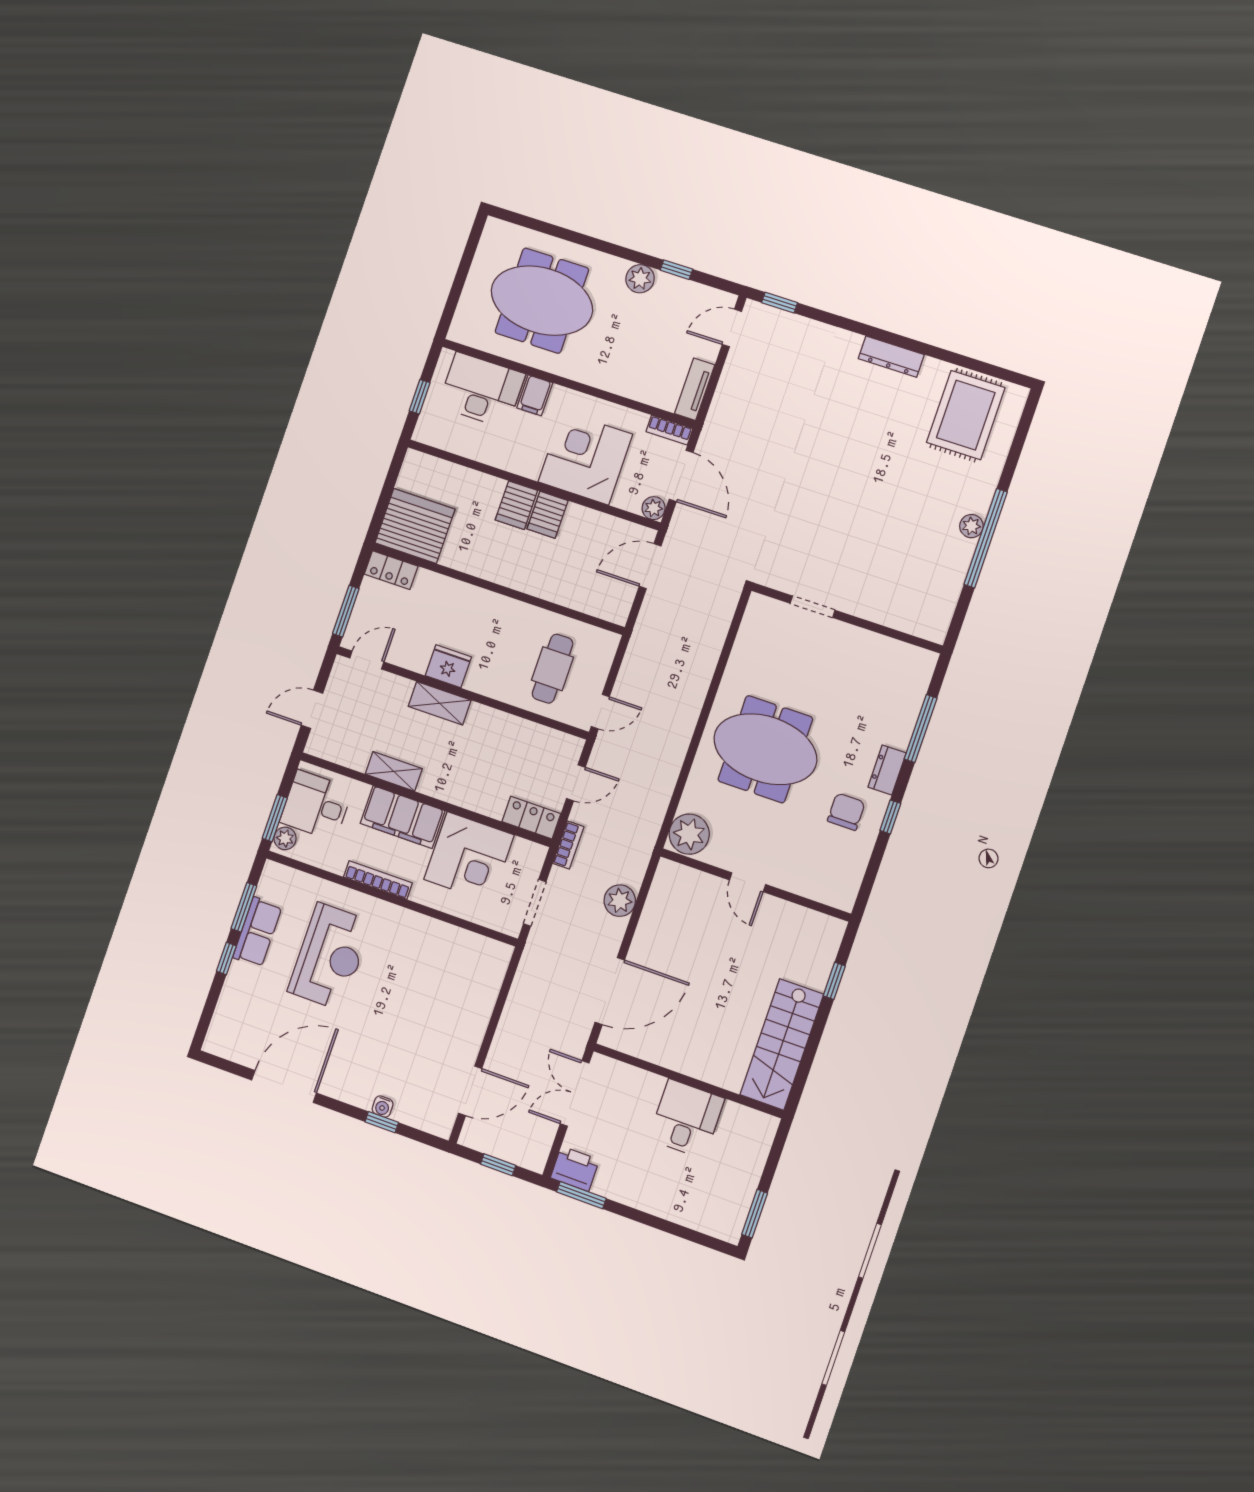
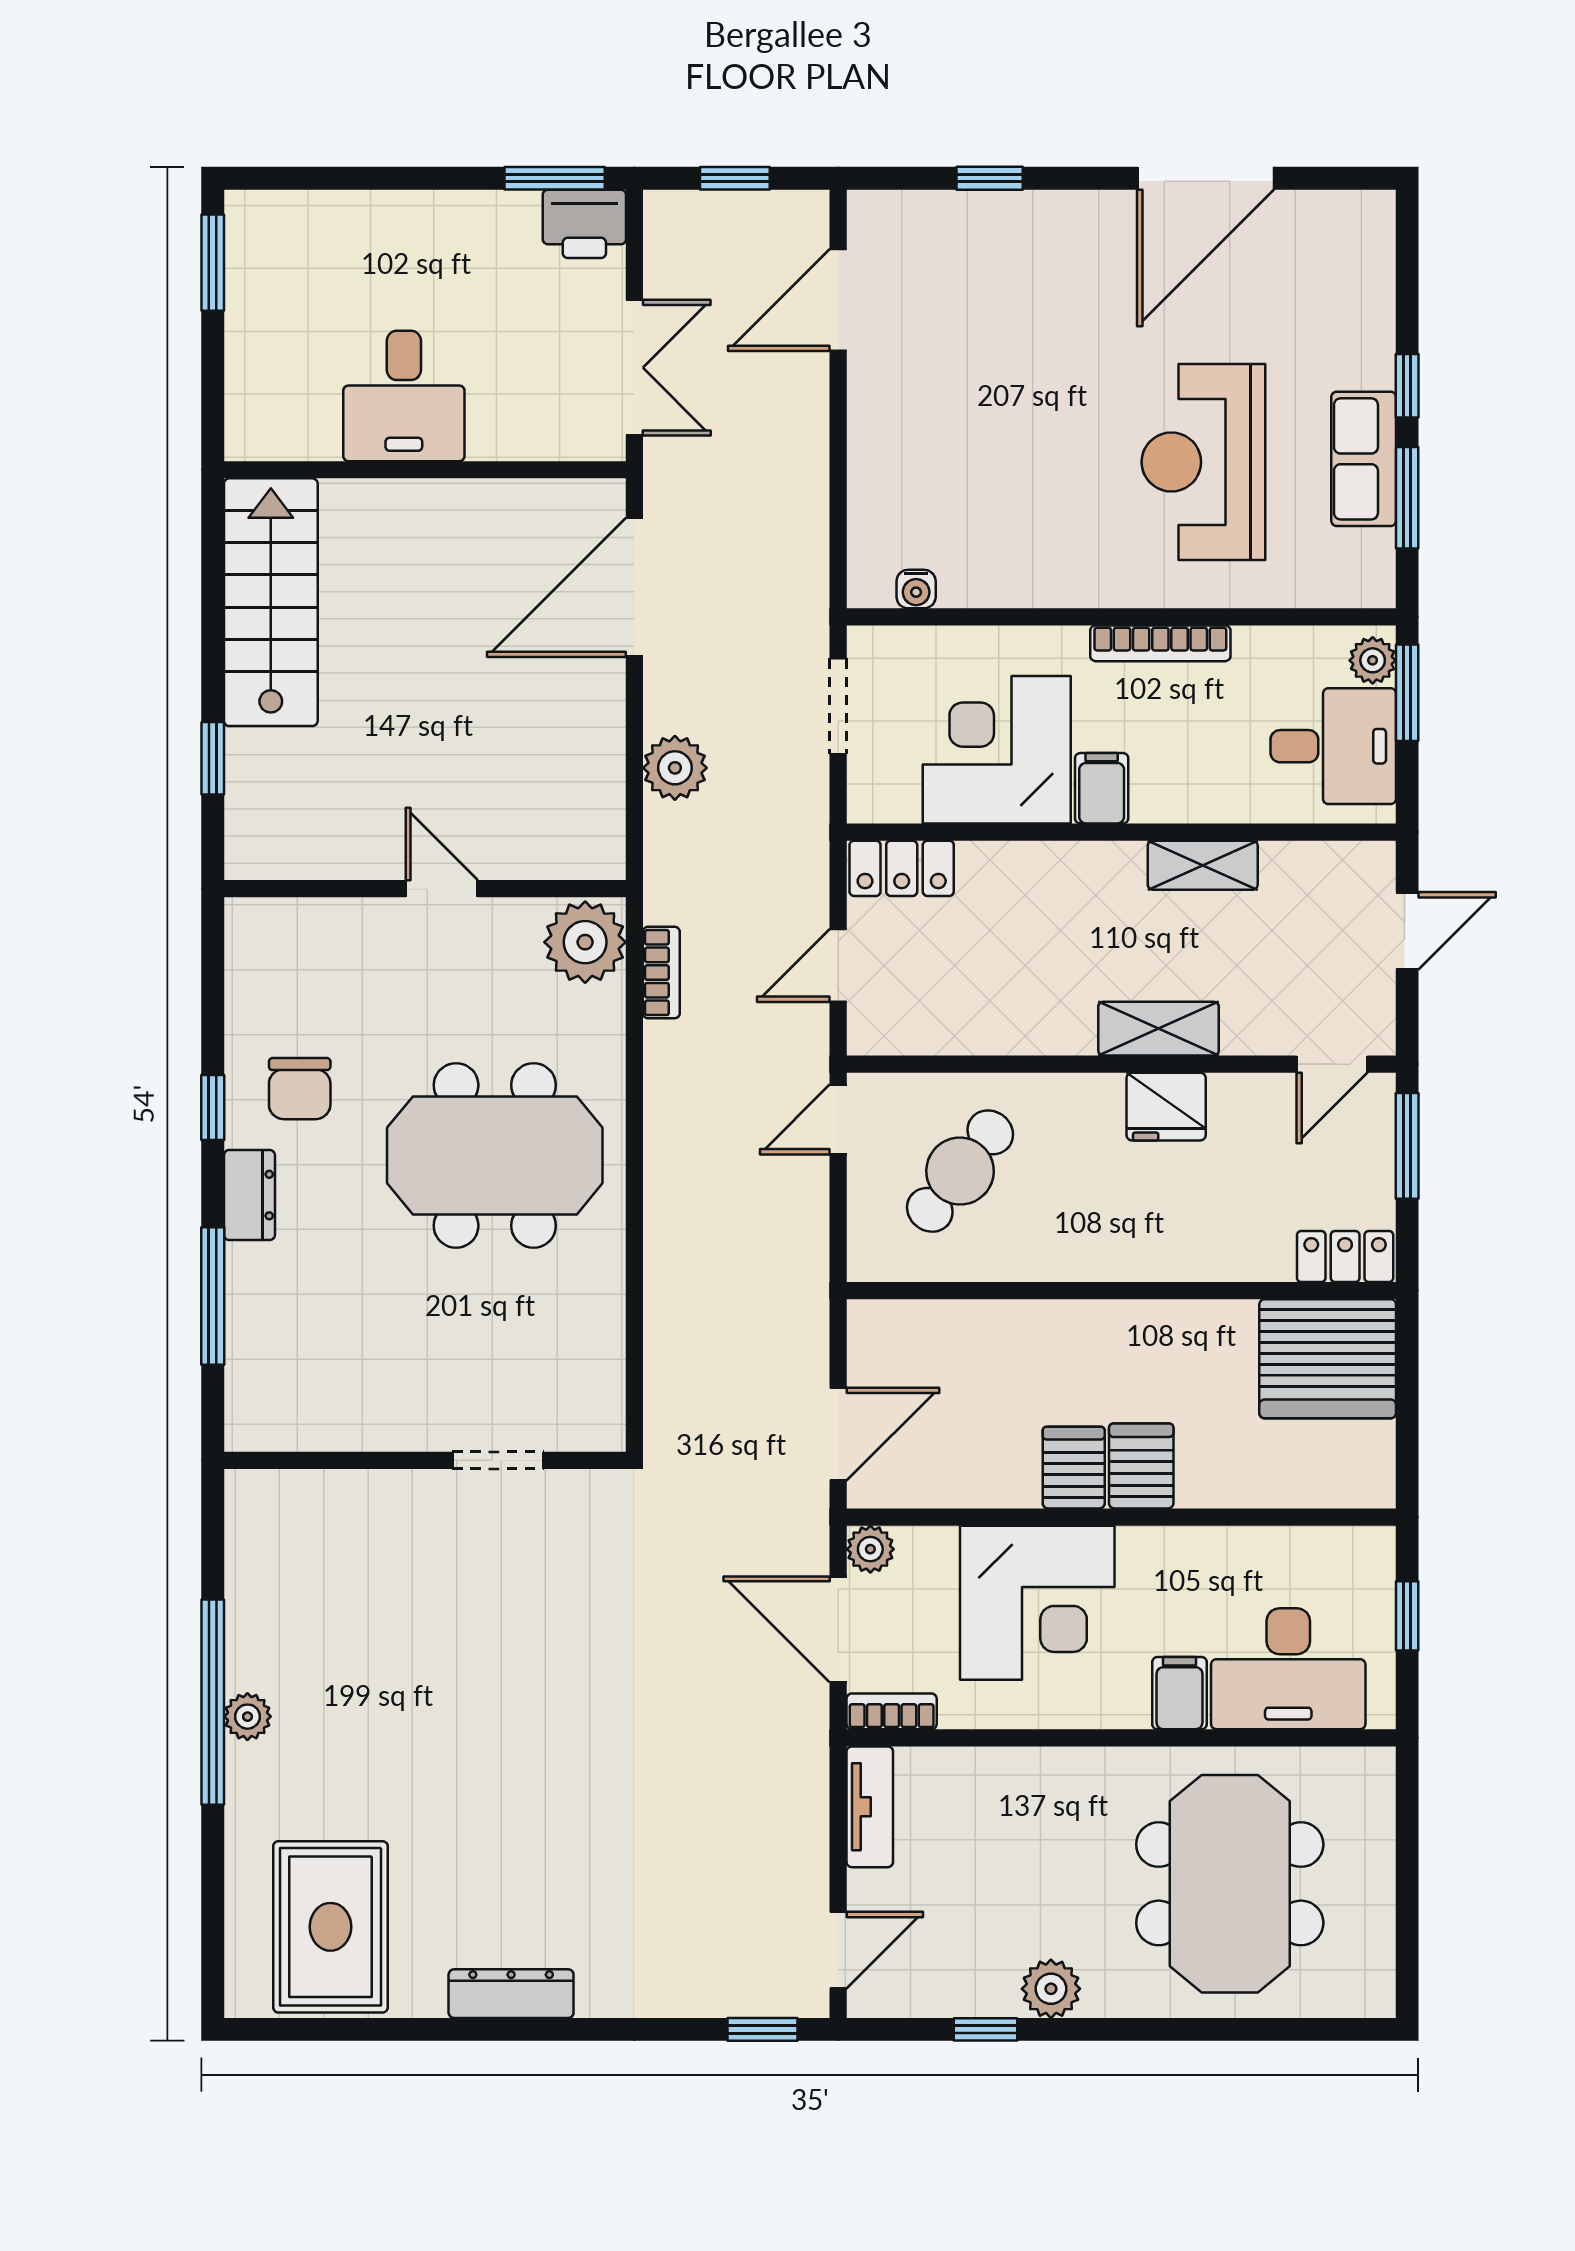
meeting table: (542, 301) -> (1230, 1884), turned 90
cafe table: (553, 669) -> (960, 1171), turned 38
filing cabinet: (402, 817) -> (1102, 788), width x0.33, depth x0.86
bookcase: (568, 845) -> (661, 973), moved, turned 180
water cooler: (383, 1107) -> (916, 589), moved, turned 180

